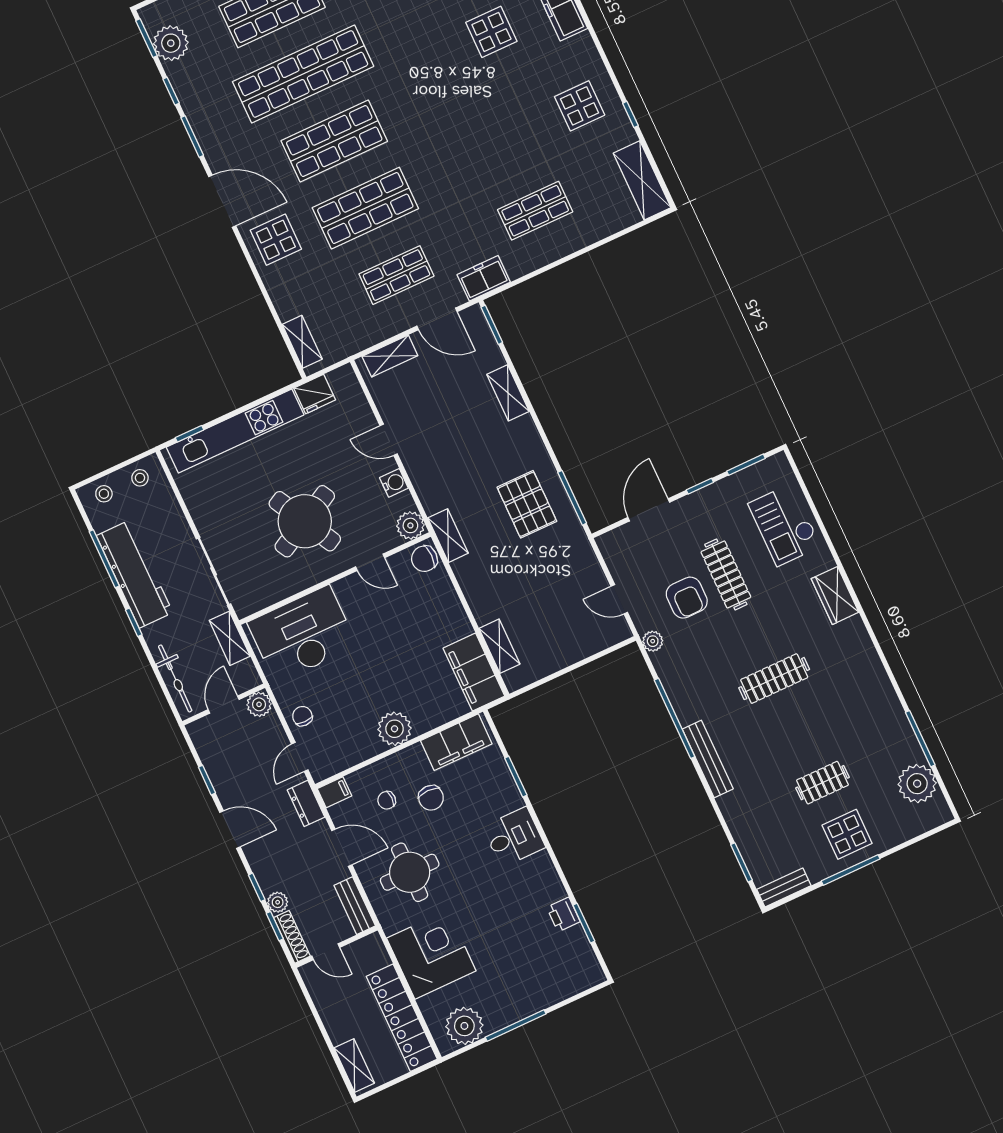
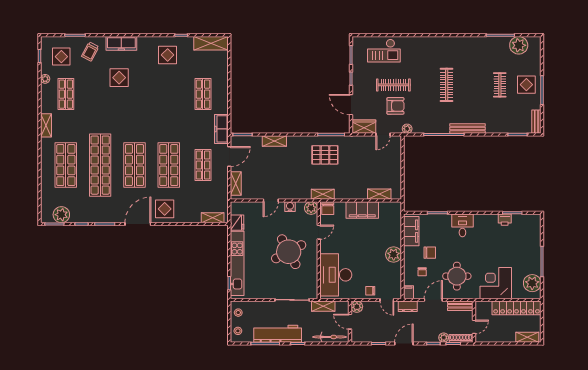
freezer: (484, 278) -> (221, 129), width x1.40
wardrobe: (835, 595) -> (364, 127), moved, turned 180
filing cabinet: (474, 672) -> (362, 210), moved

